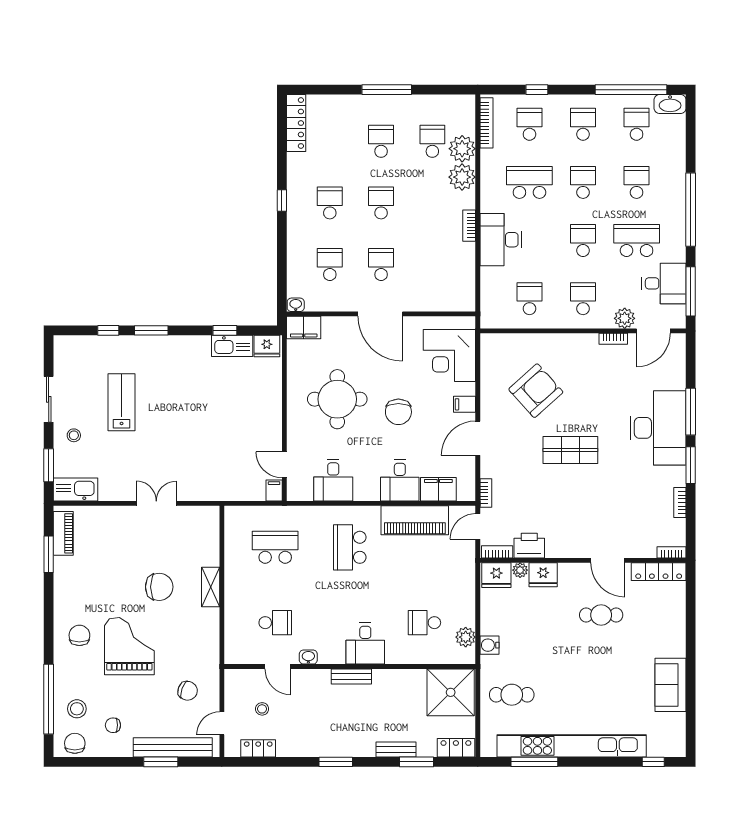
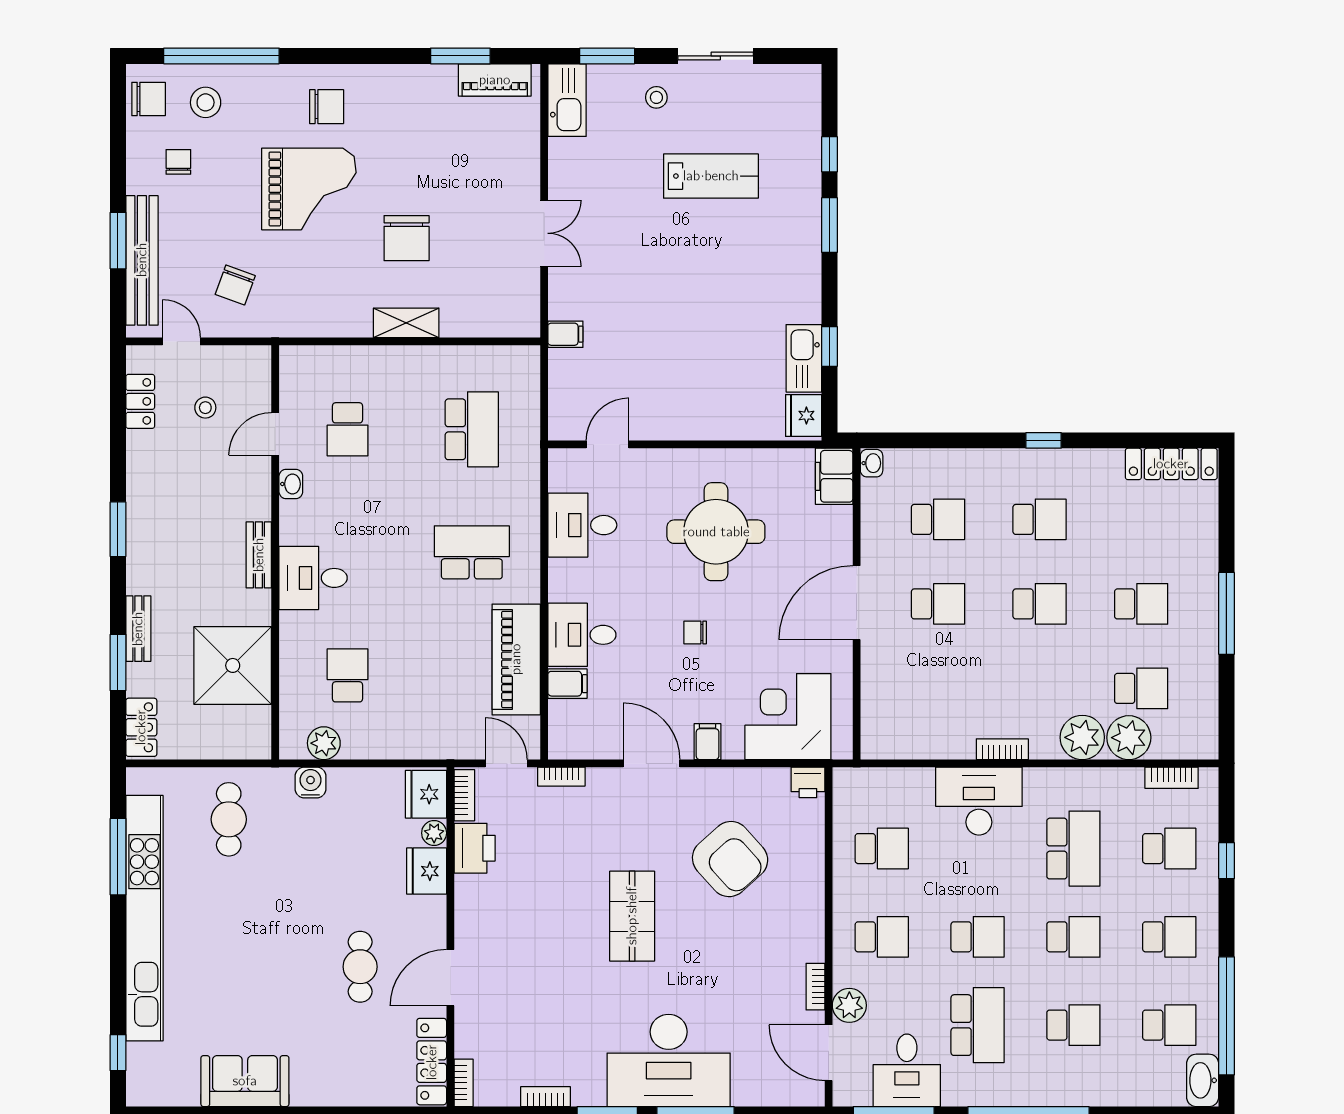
bookcase: (487, 123) -> (1172, 778), width x0.64
printer: (489, 343) -> (808, 782), added
chair: (398, 412) -> (695, 633), width x0.54, depth x0.54
filing cabinet: (438, 489) -> (567, 684), width x0.50
filing cabinet: (274, 491) -> (565, 334), moved
shower: (451, 692) -> (233, 665), moved

